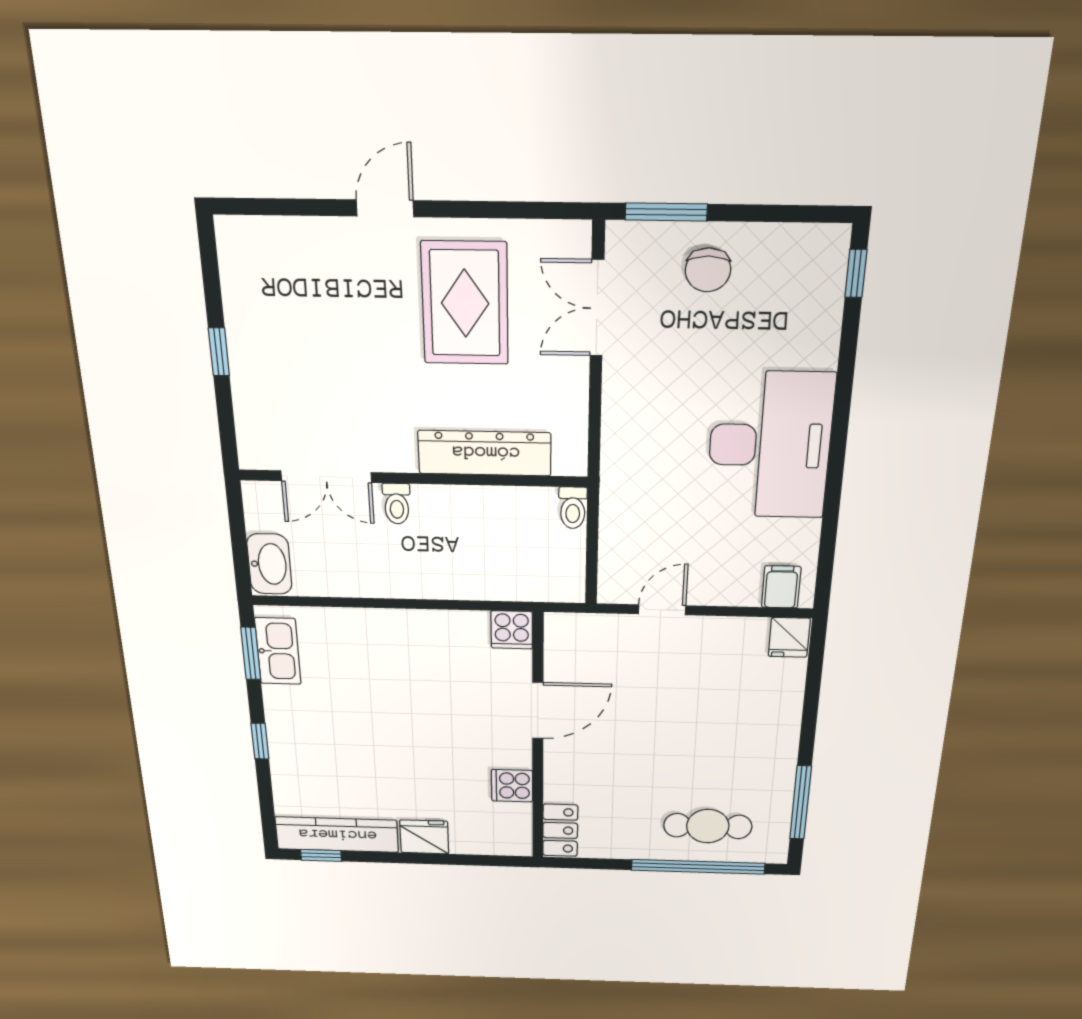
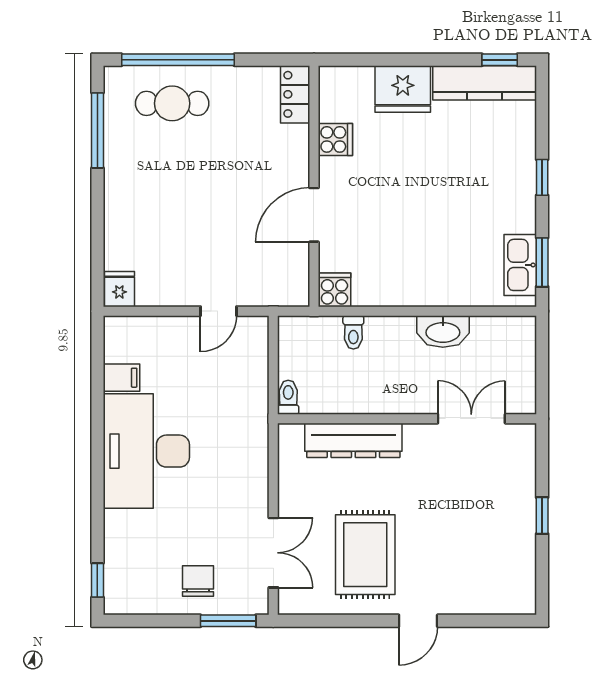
toilet: (397, 504) -> (353, 332), moved, turned 180
washbasin: (269, 564) -> (443, 332), moved, turned -90
filing cabinet: (781, 587) -> (121, 378), moved, turned -90
fridge: (424, 837) -> (403, 89), width x1.36, depth x1.34

